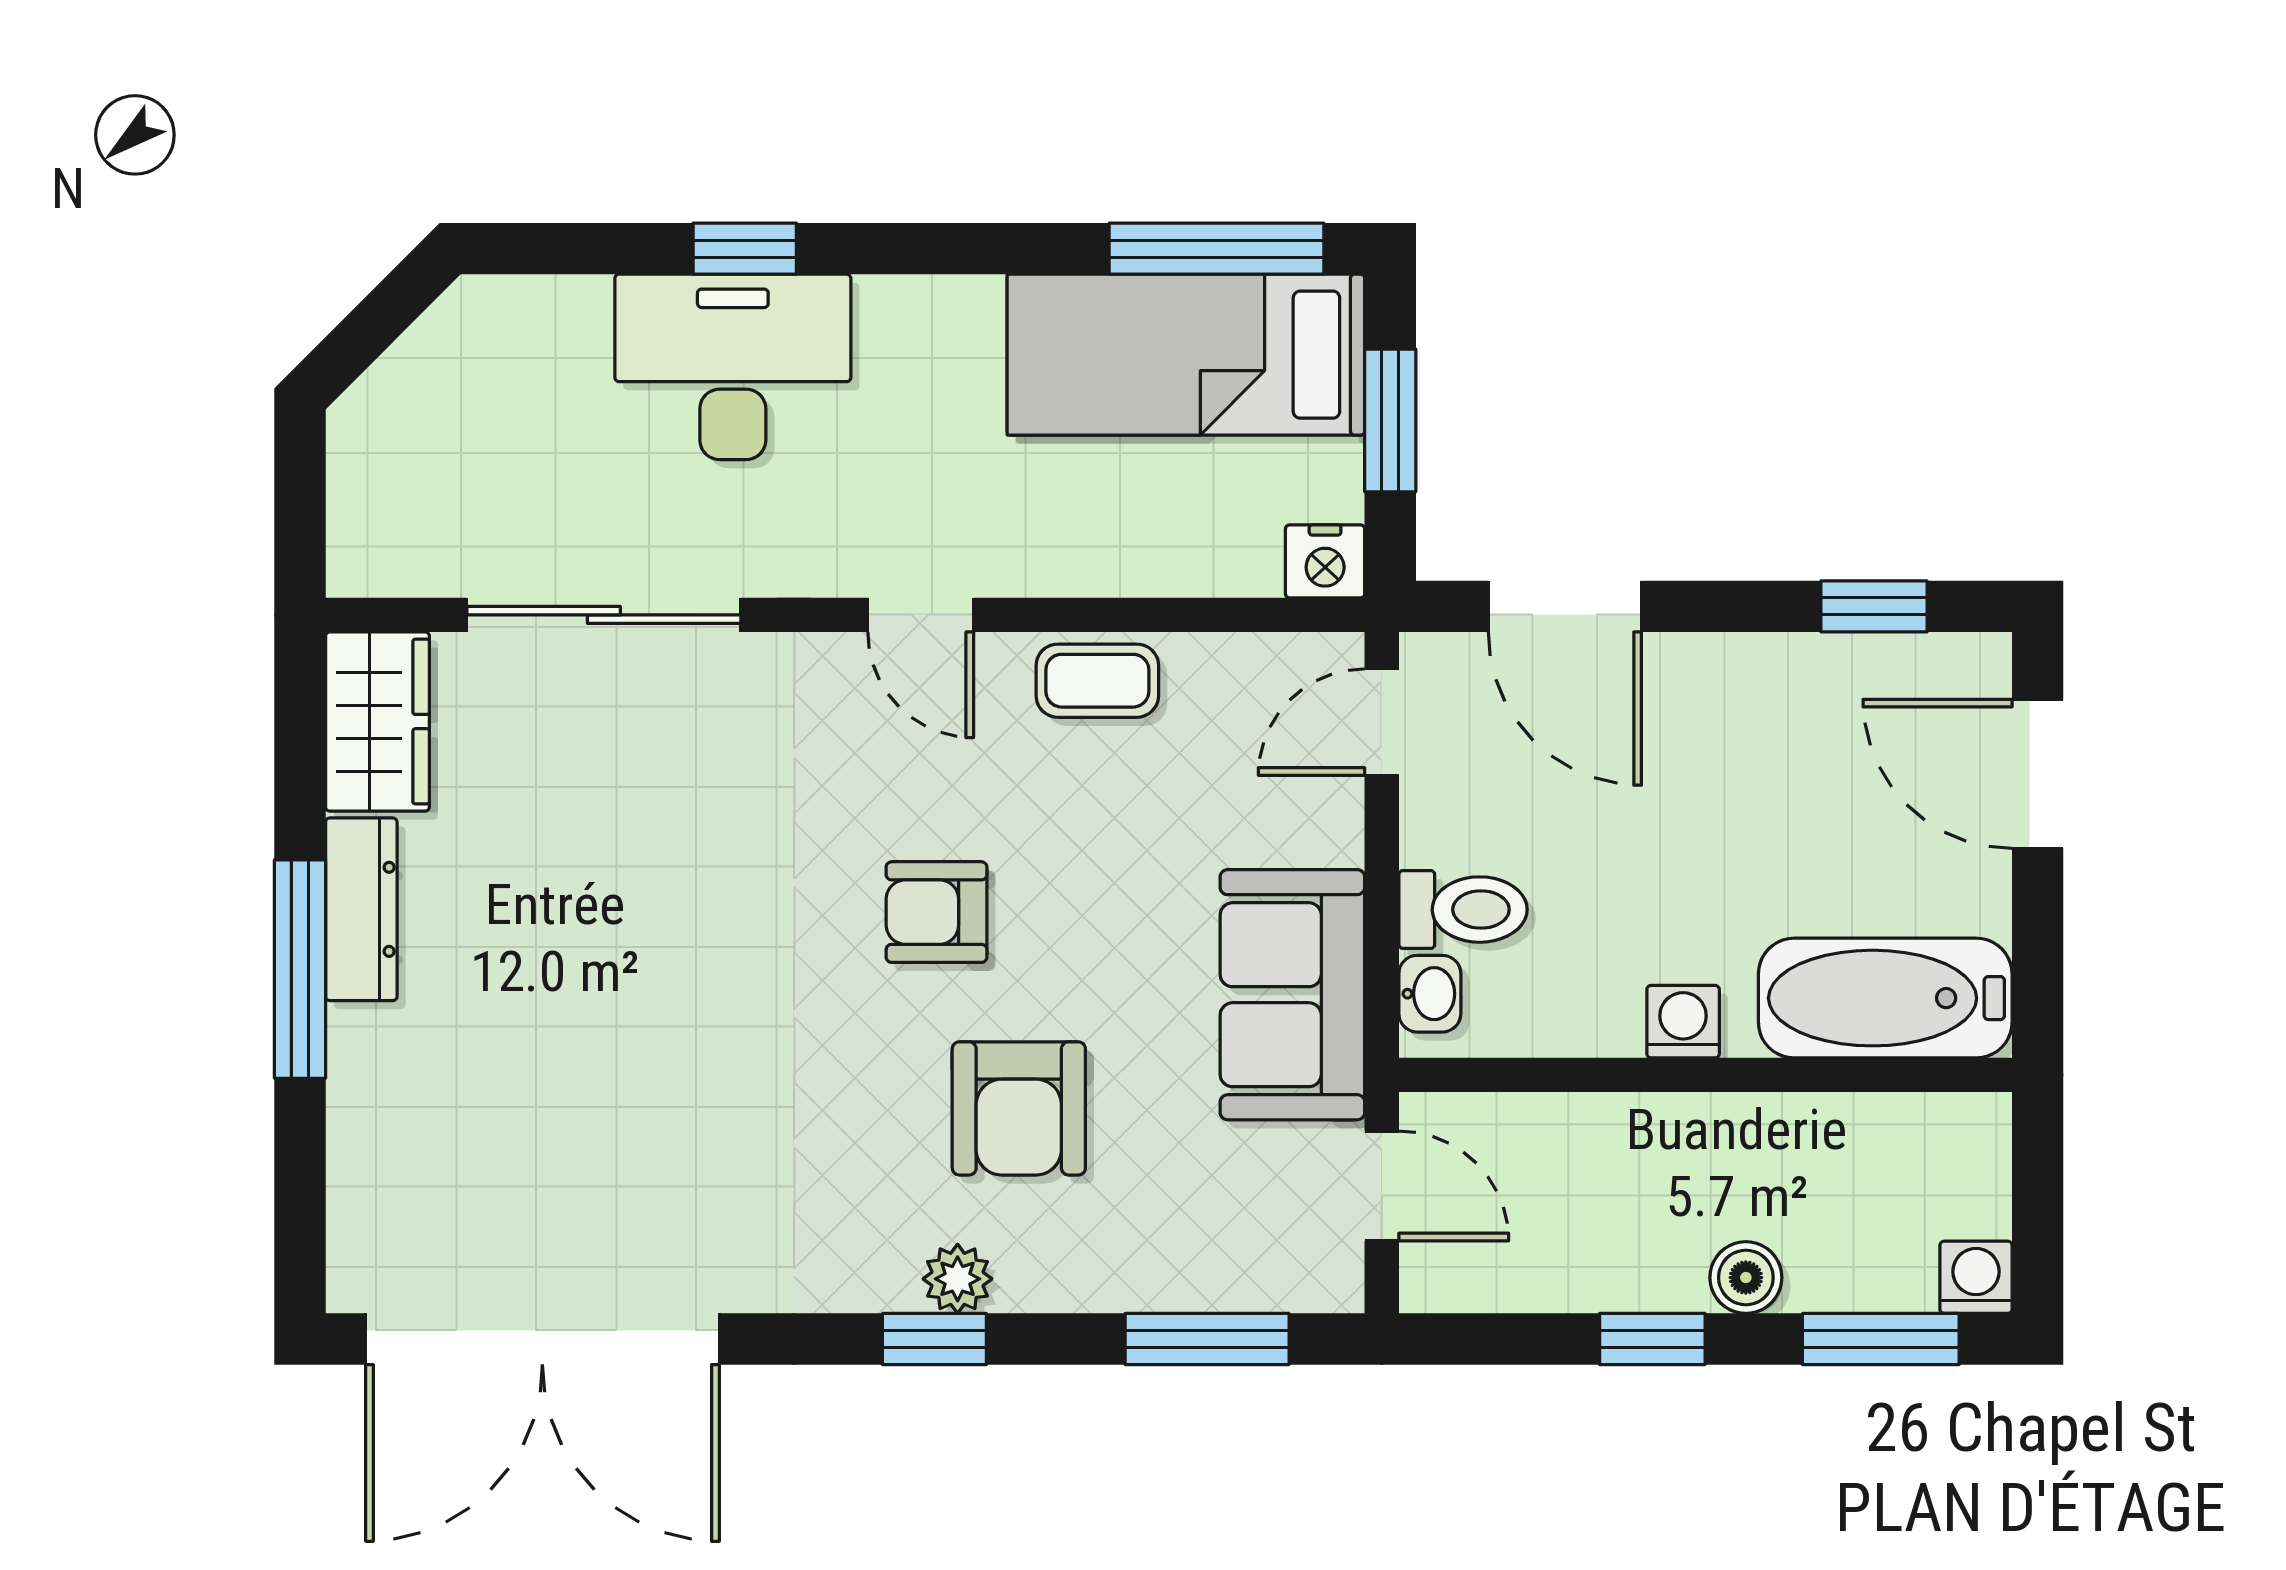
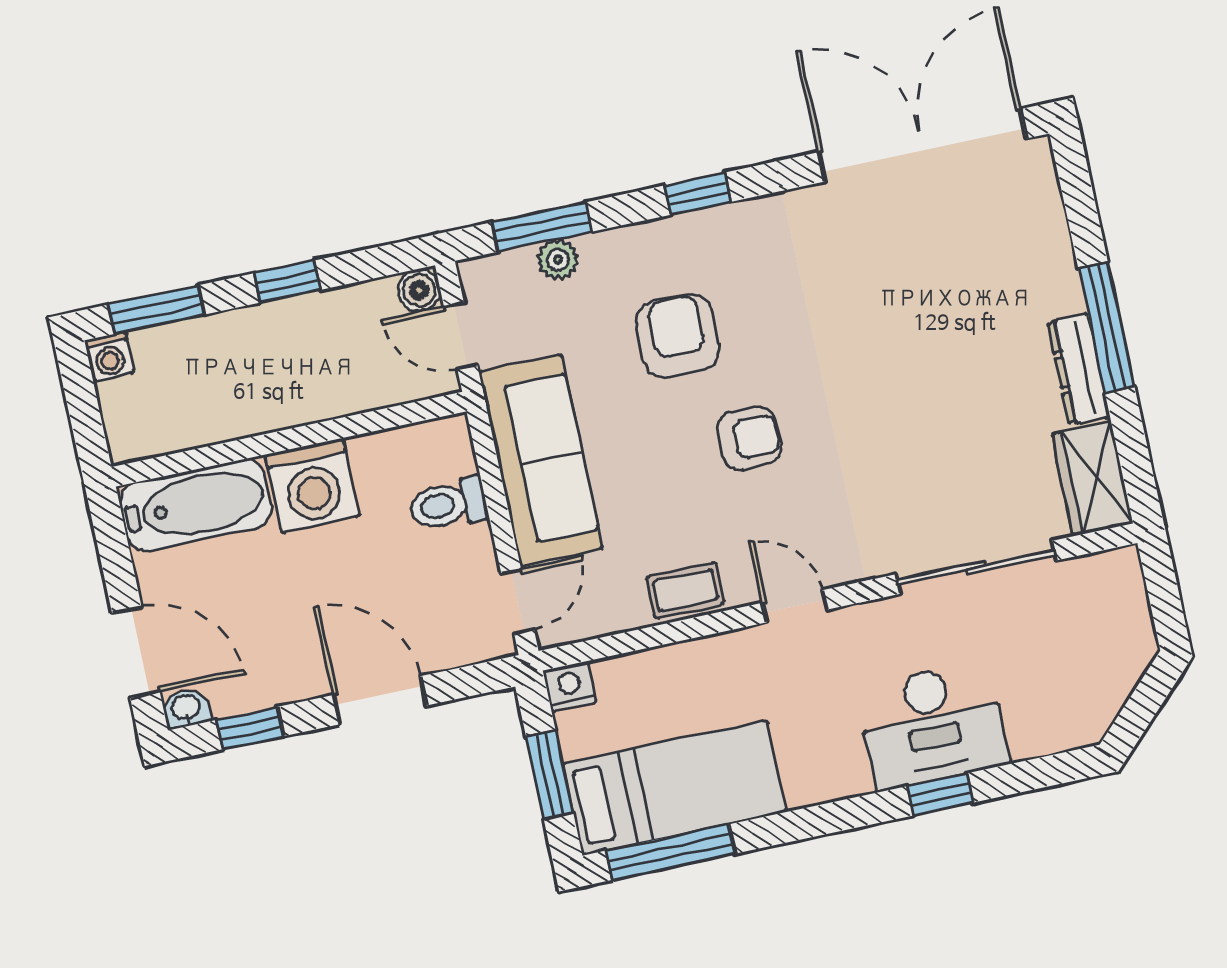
door: (1565, 606) -> (380, 700), moved
washbasin: (1430, 994) -> (186, 708), moved, turned 90
sofa: (1292, 995) -> (541, 460), width x1.36
washing machine: (1683, 1022) -> (312, 485), width x1.89, depth x1.89
boiler: (1746, 1278) -> (419, 290), moved
plant: (958, 1279) -> (558, 260), moved

